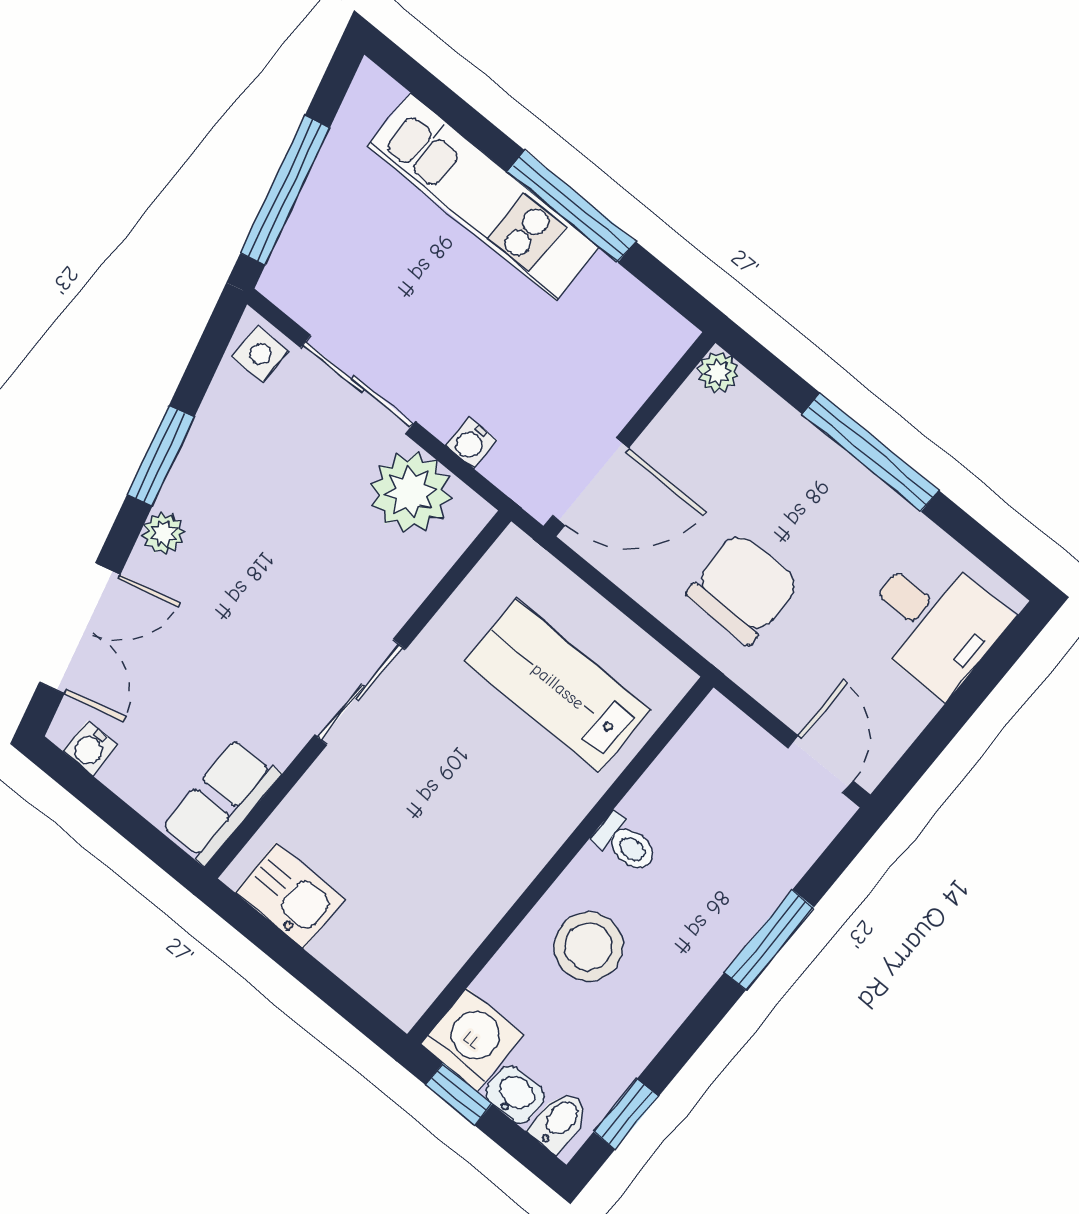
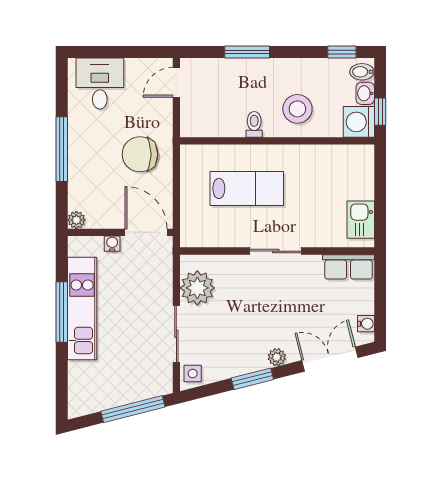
kitchen unit: (483, 197) -> (82, 309), moved
water cooler: (471, 443) -> (112, 244), moved, turned -90
lab bench: (558, 686) -> (247, 188), moved, turned -90

